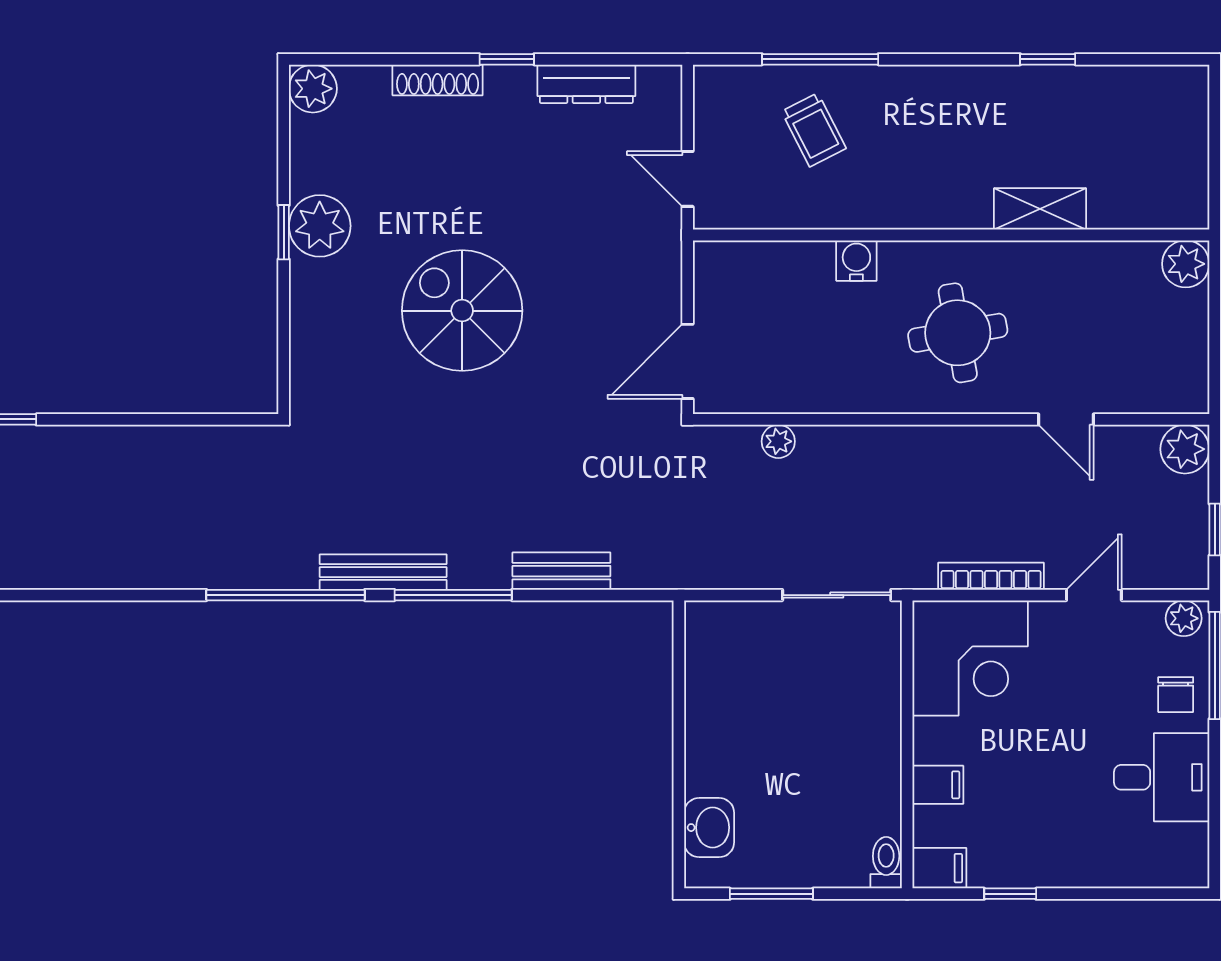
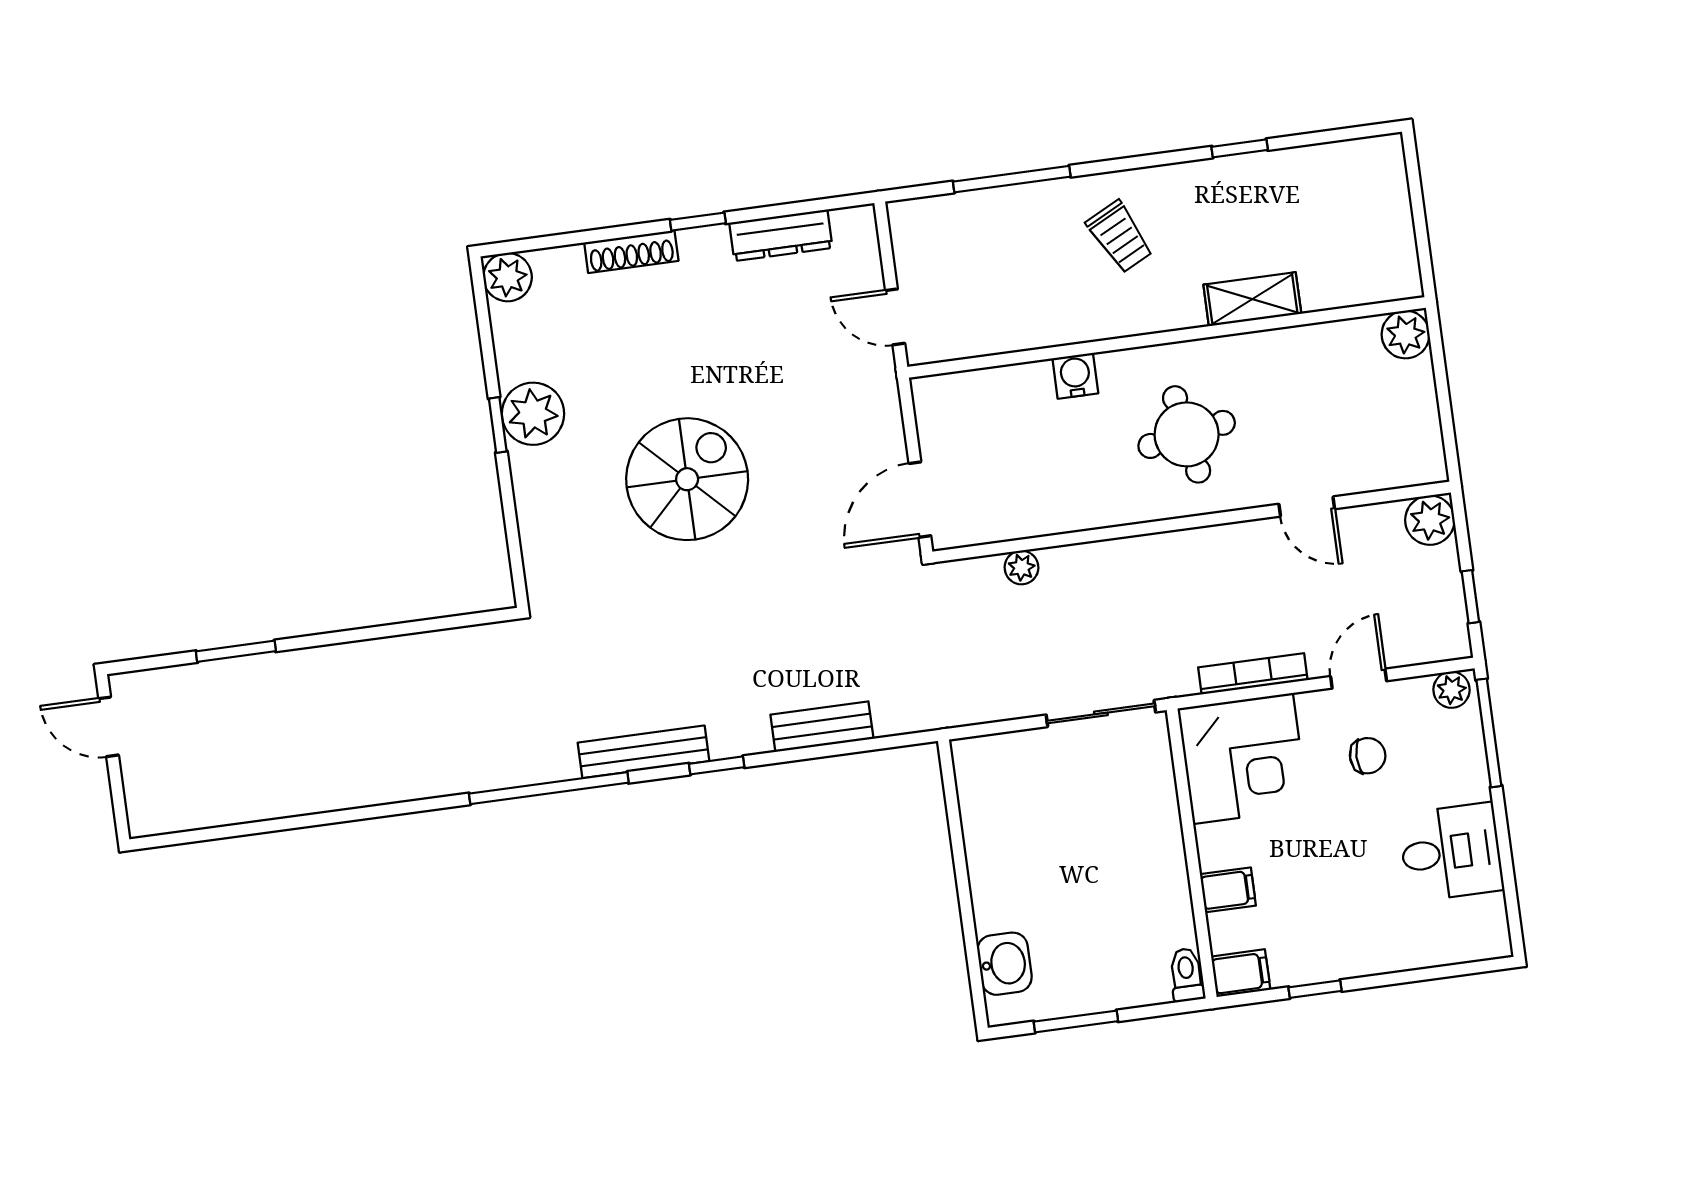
trolley: (814, 130) -> (1120, 237), moved
spiral stairs: (462, 311) -> (687, 479), turned 90
window: (453, 595) -> (717, 765), width x0.46
chair: (1176, 695) -> (1368, 756), moved, turned -90

